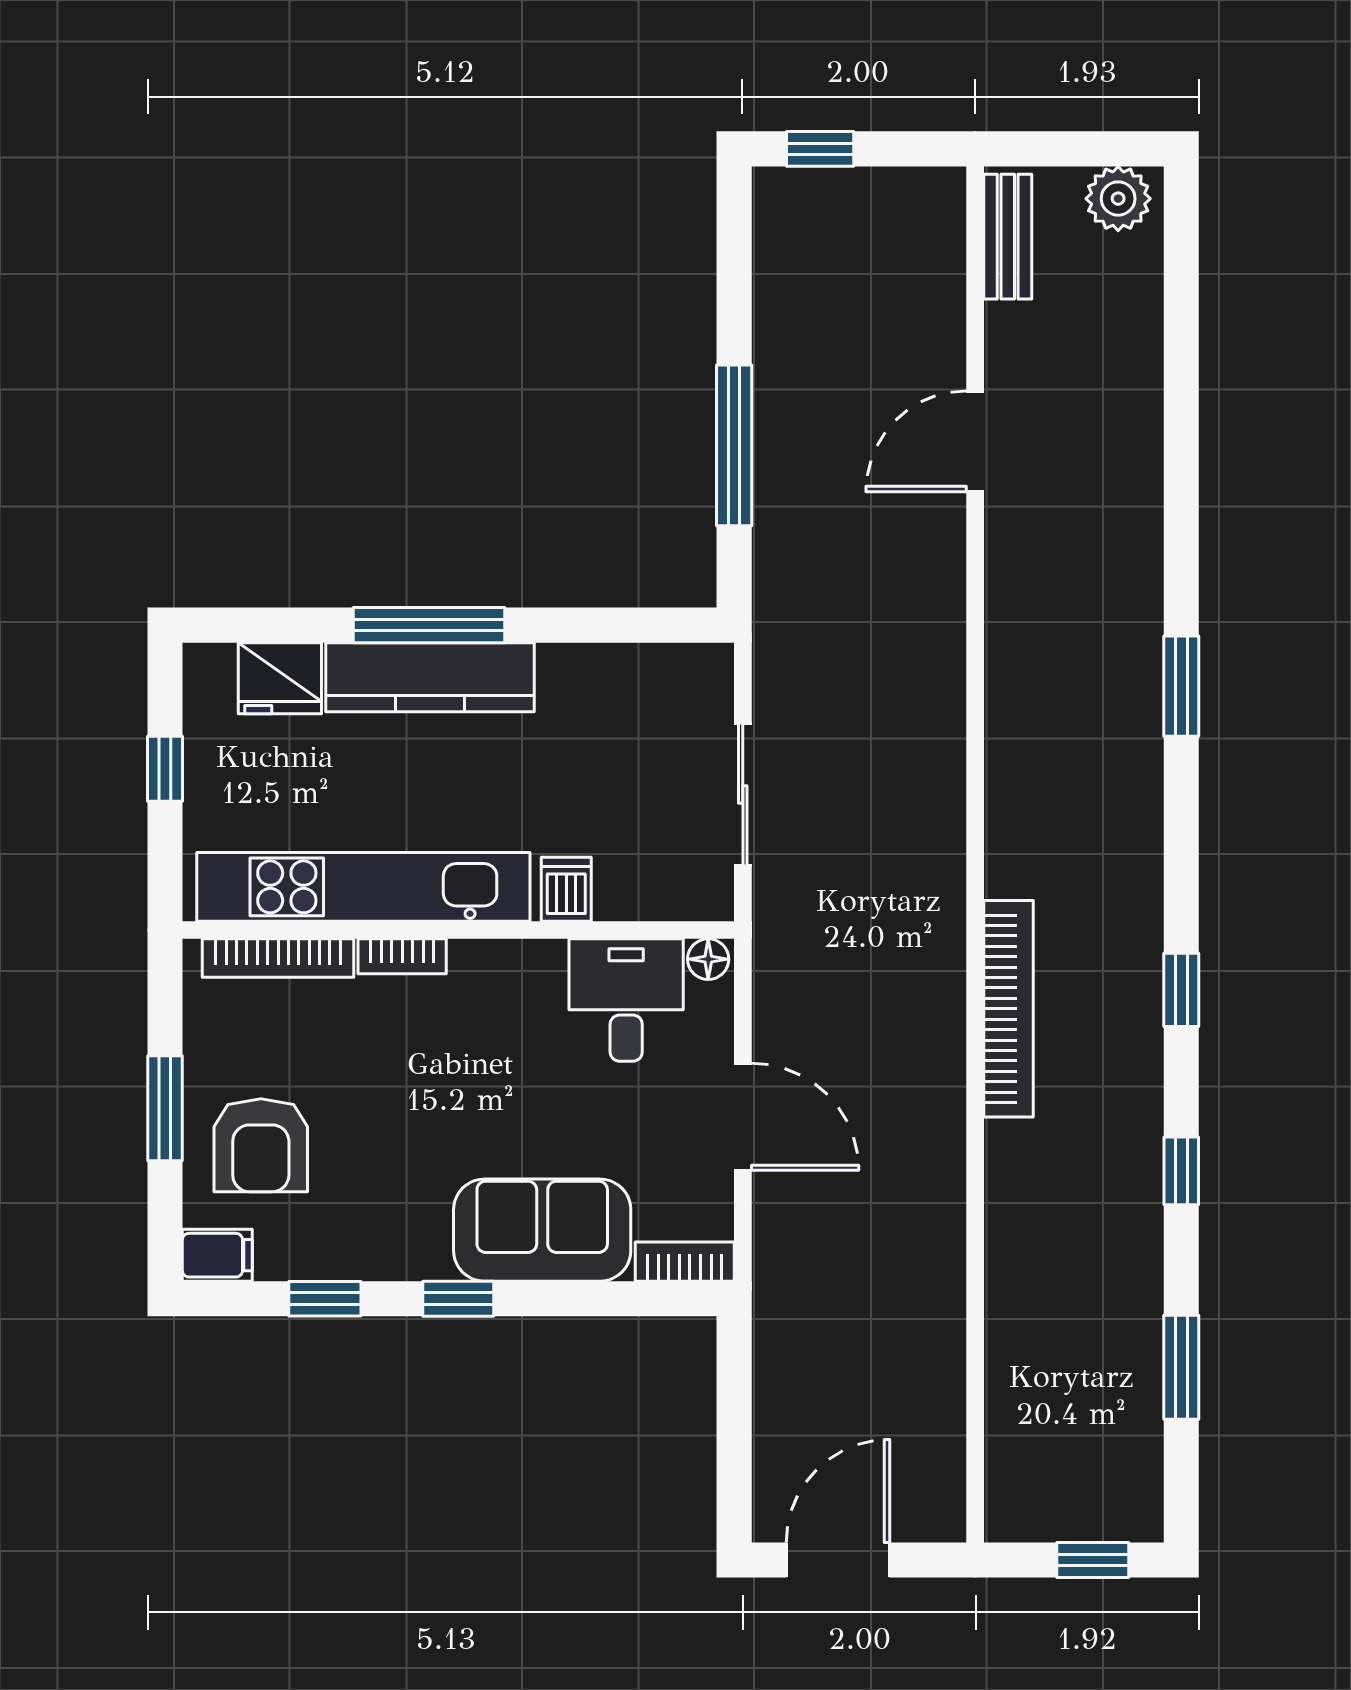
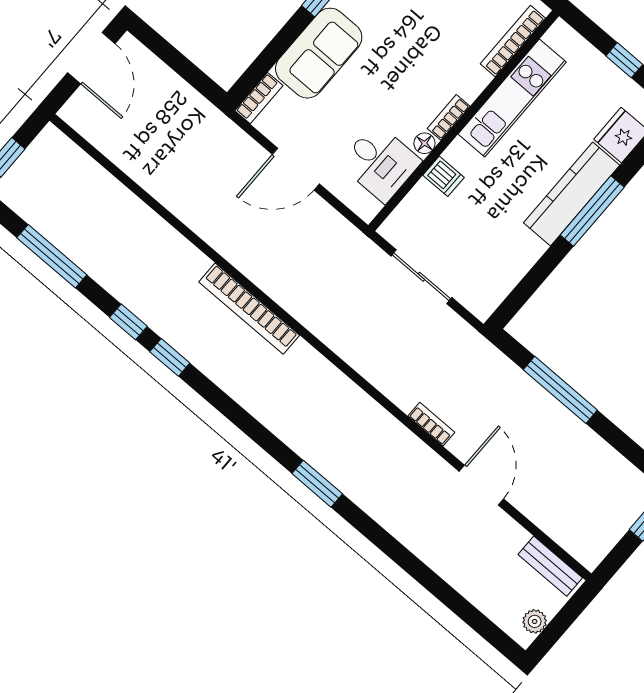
plant: (1118, 199) -> (535, 621), width x0.73, depth x0.73
bookcase: (948, 593) -> (431, 424), added
kitchen unit: (363, 887) -> (512, 98), width x0.73
bookcase: (402, 956) -> (449, 117), moved
floor lamp: (708, 959) -> (424, 143), moved
window: (1181, 990) -> (170, 357), moved
window: (1181, 1367) -> (52, 256), width x1.44

